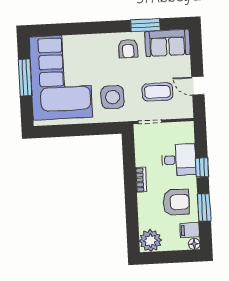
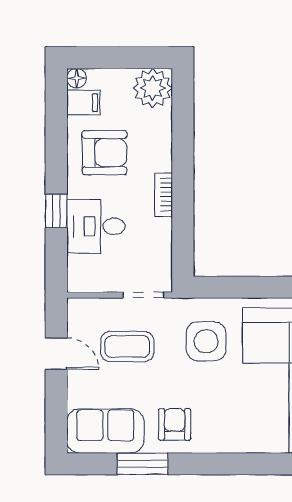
armchair: (176, 202) -> (104, 153), turned 180
window: (204, 208) -> (56, 141), removed

